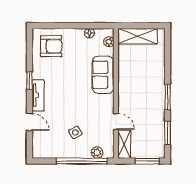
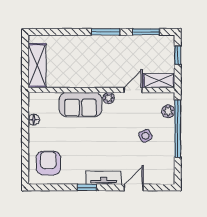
plant: (109, 42) -> (109, 98), moved
window: (147, 161) -> (178, 55), width x0.67

